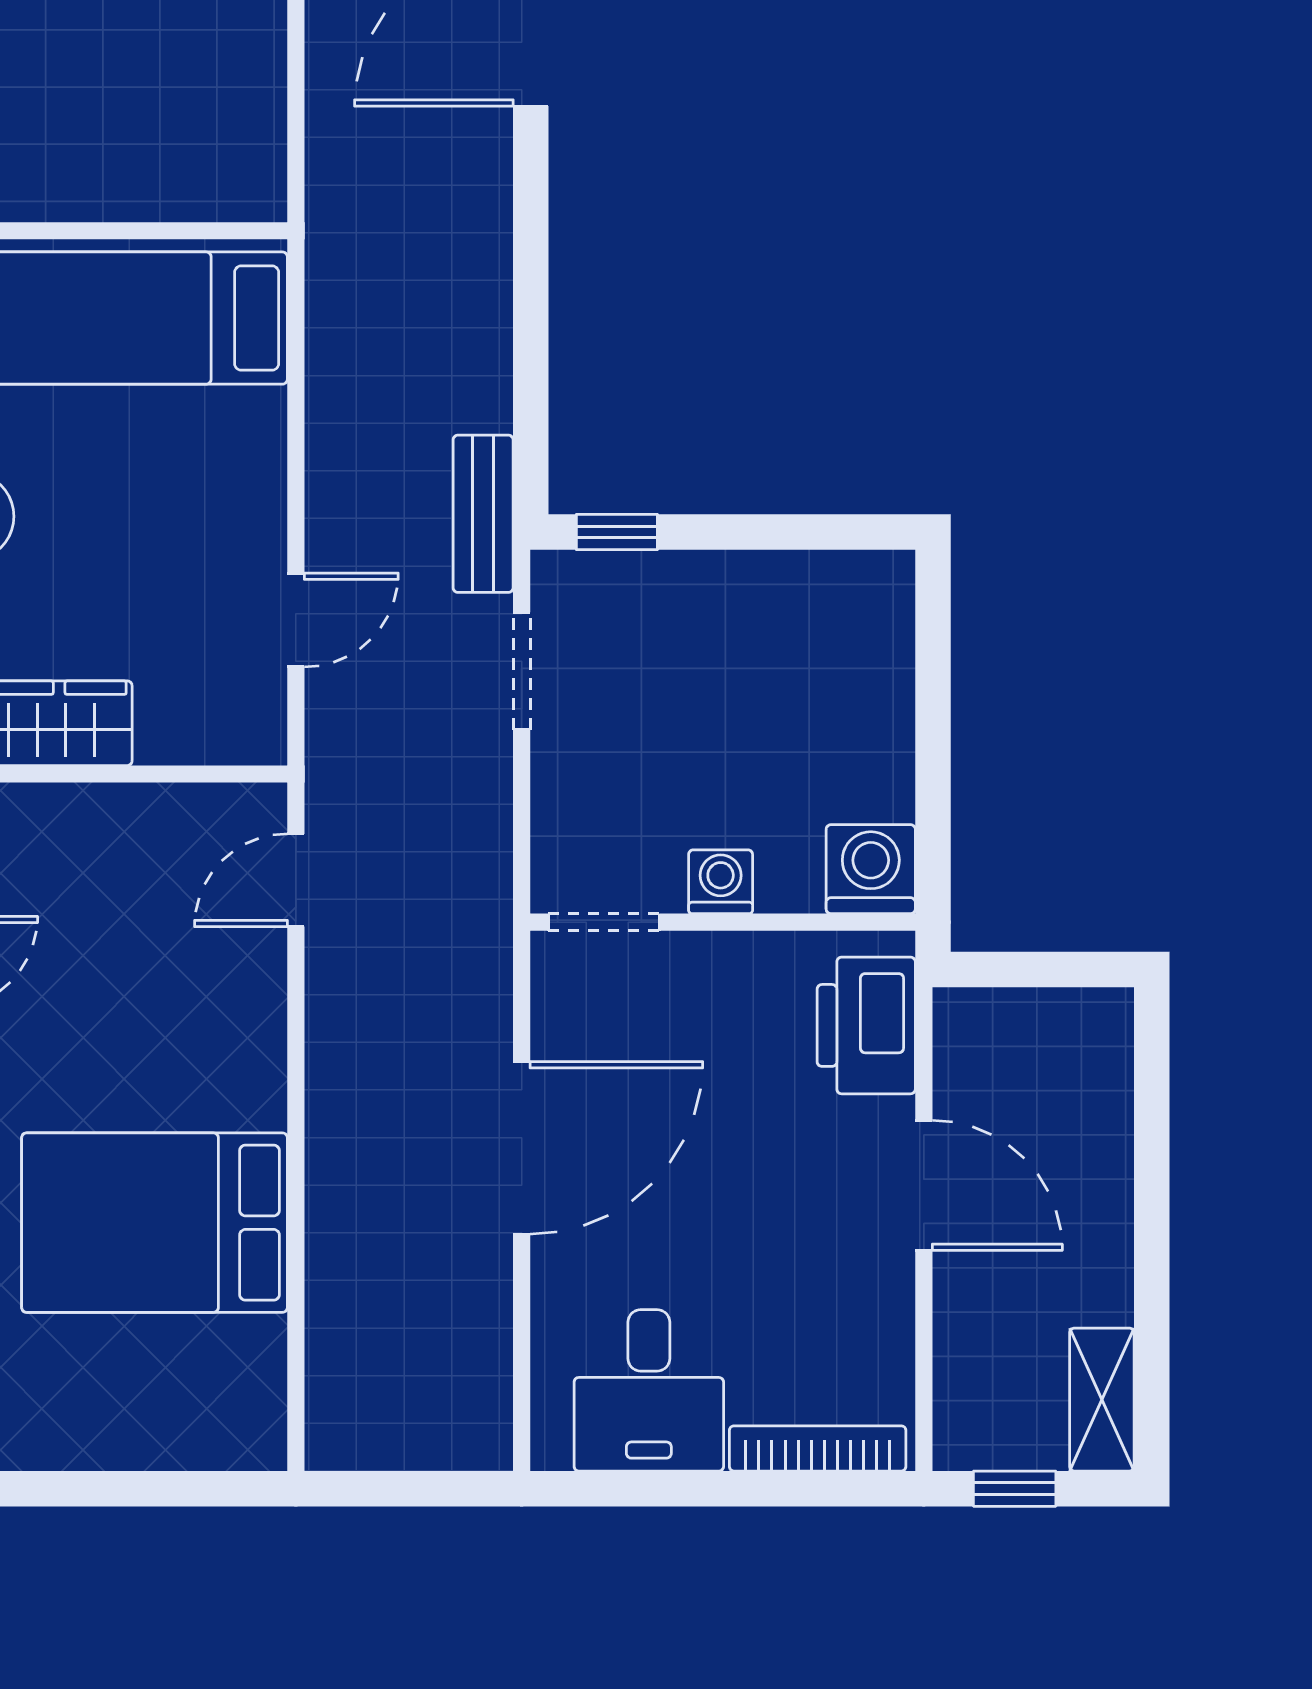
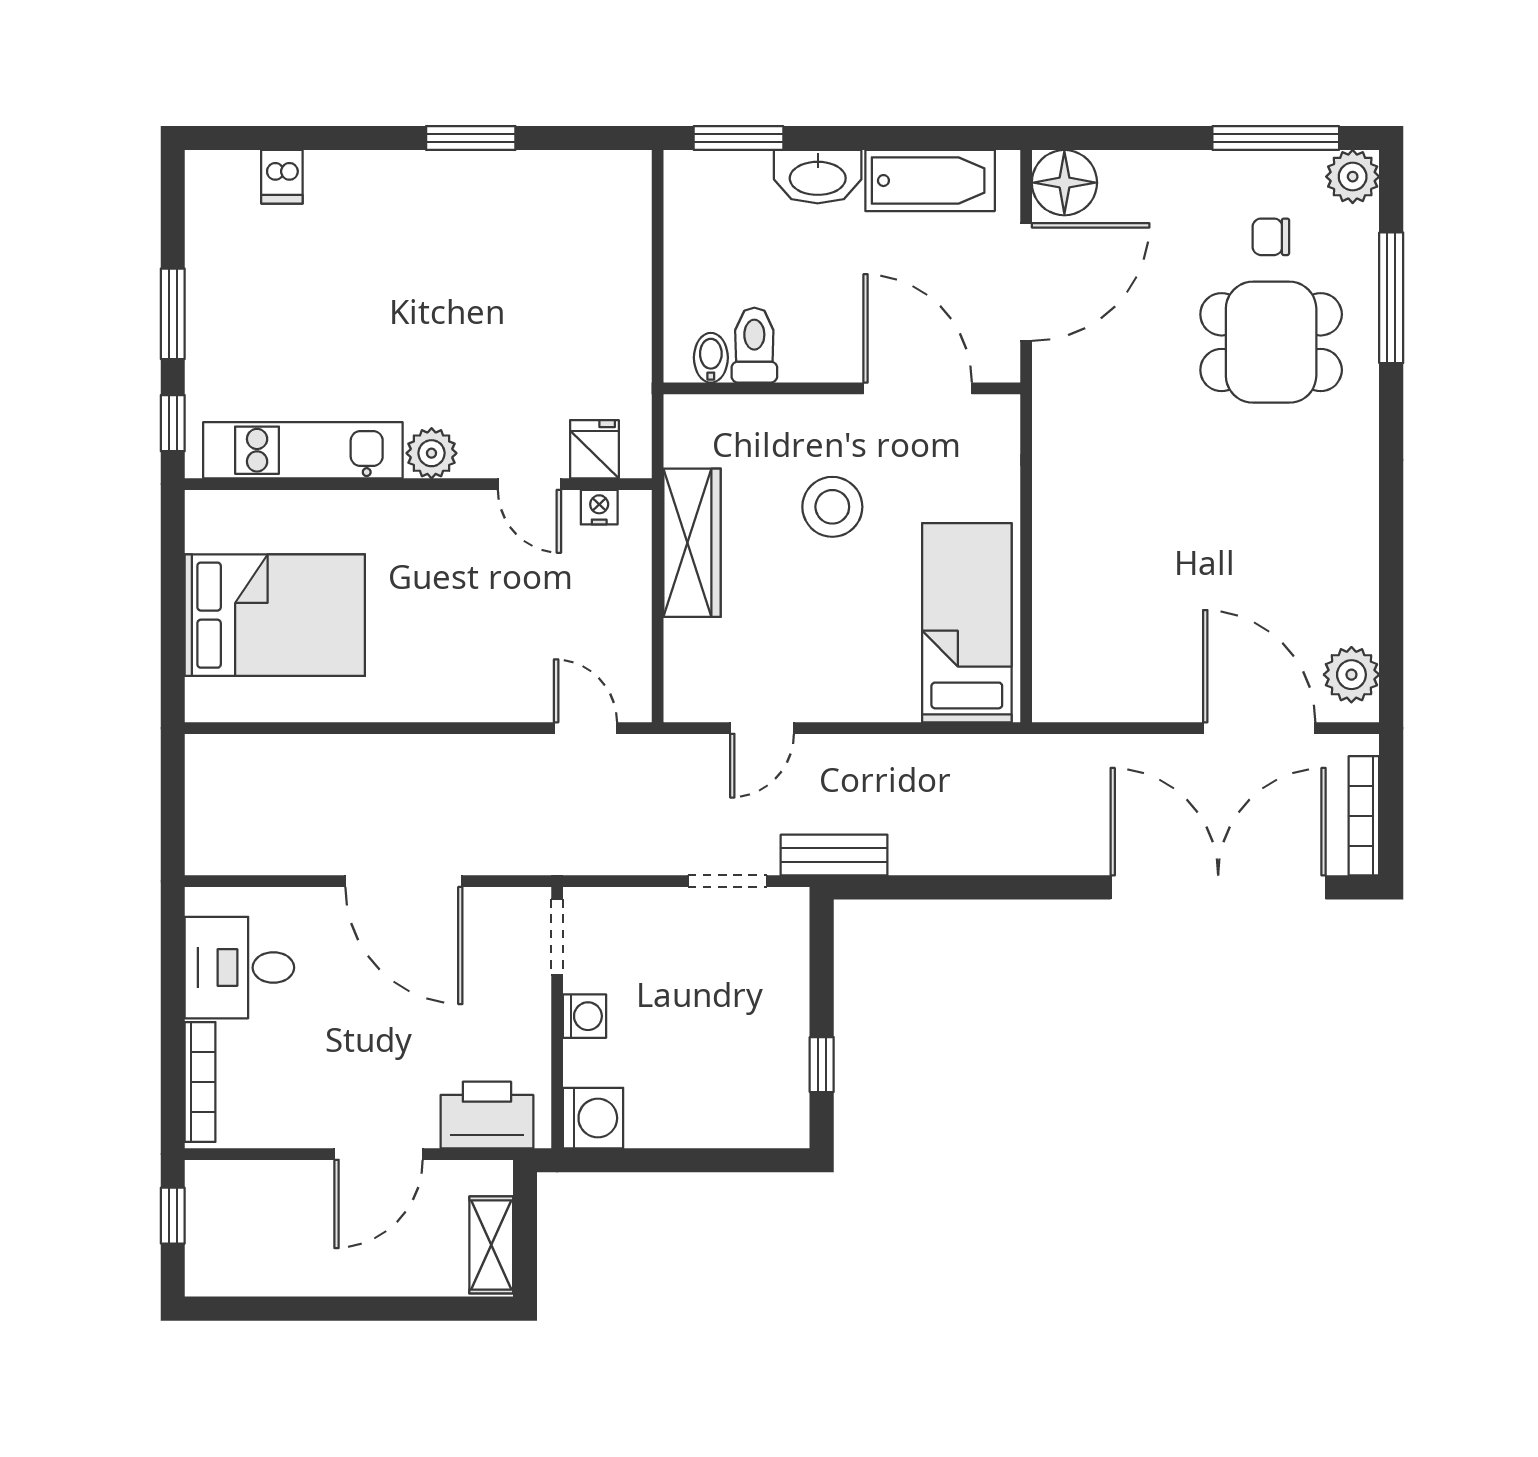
window: (617, 532) -> (822, 1065), moved
door: (296, 620) -> (762, 728), hinge flipped
bed: (155, 1223) -> (275, 615), moved, turned 90
shelving: (1102, 1400) -> (491, 1245), moved, turned 90

